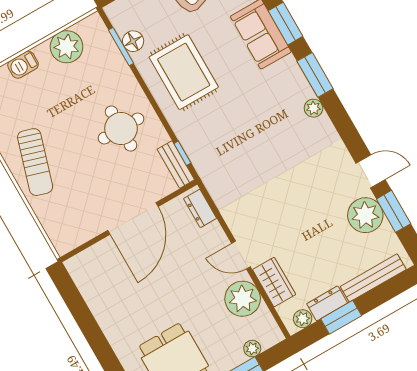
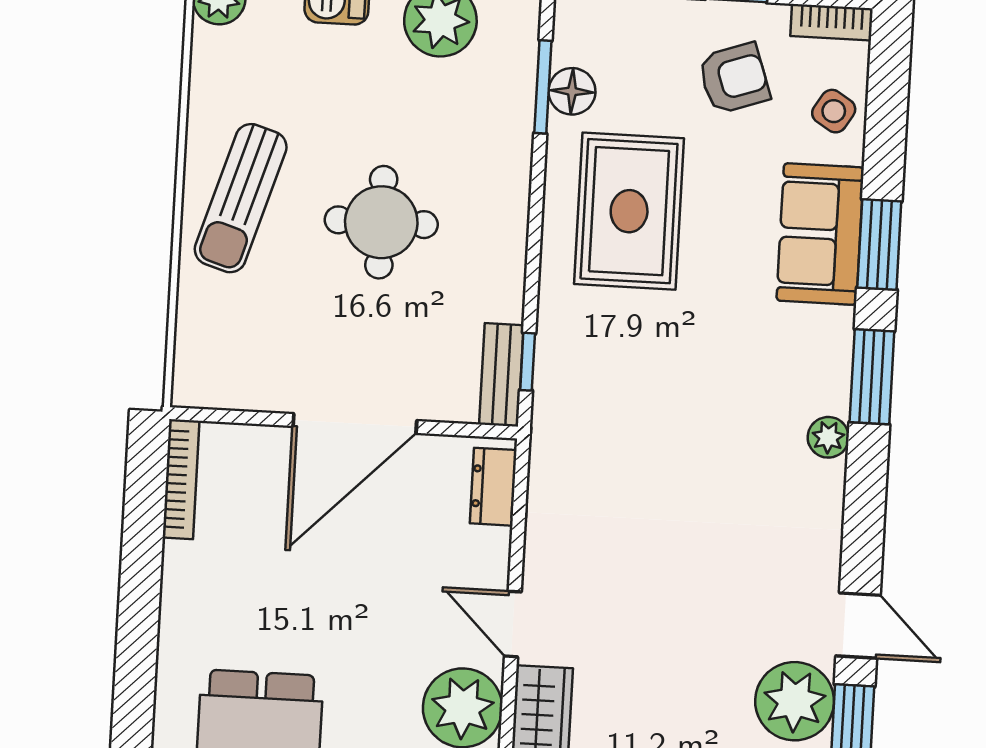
round table: (121, 129) -> (381, 222), moved
bookcase: (81, 282) -> (181, 479), added

